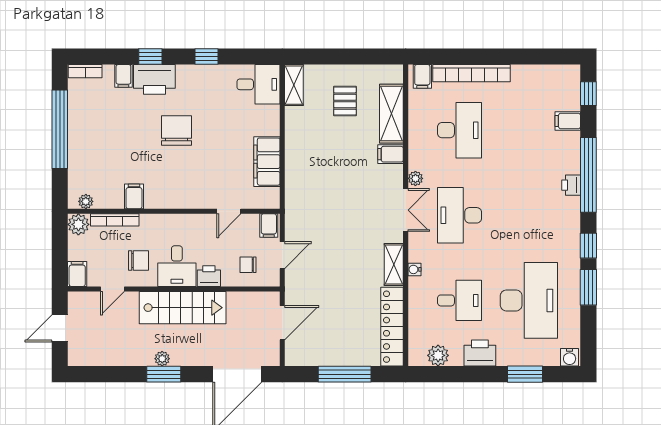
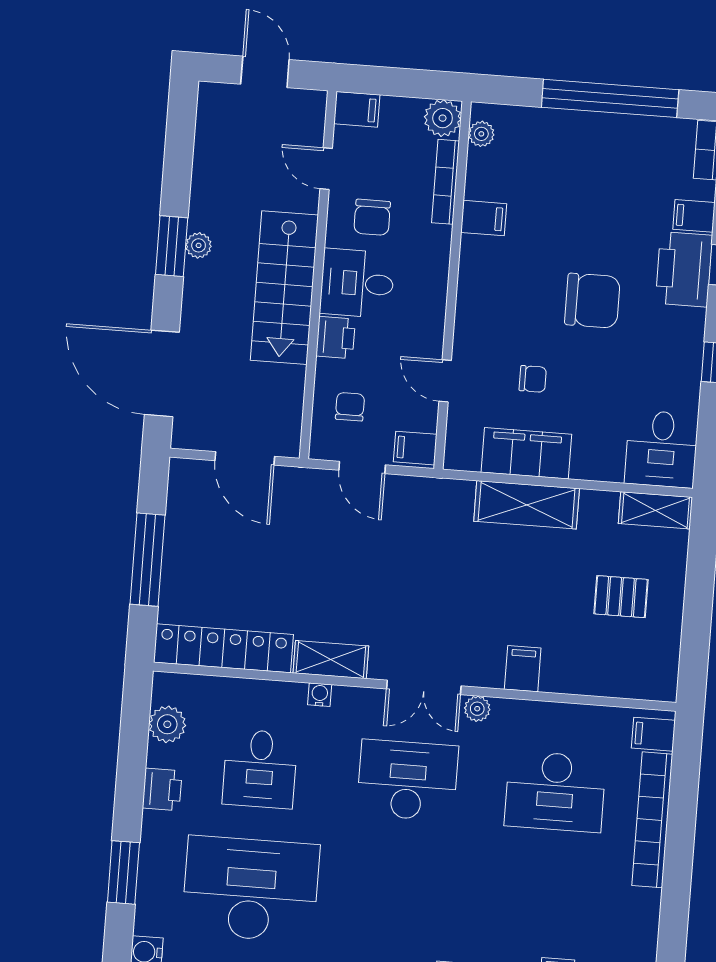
shelving: (391, 114) -> (527, 505), moved
chair: (224, 161) -> (533, 379), added
desk: (529, 300) -> (251, 889), turned 180
printer: (480, 353) -> (162, 789), width x0.73, depth x0.81

